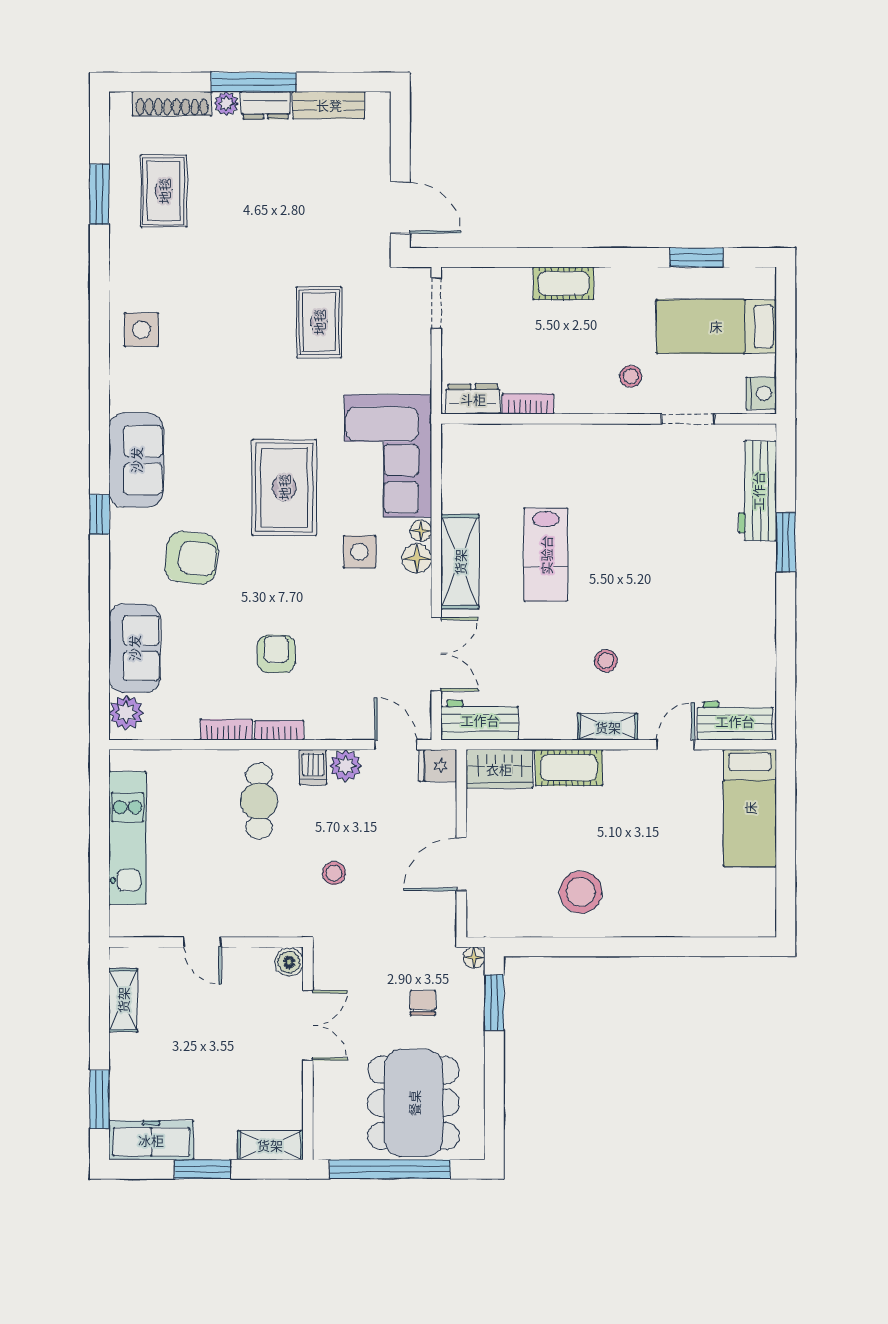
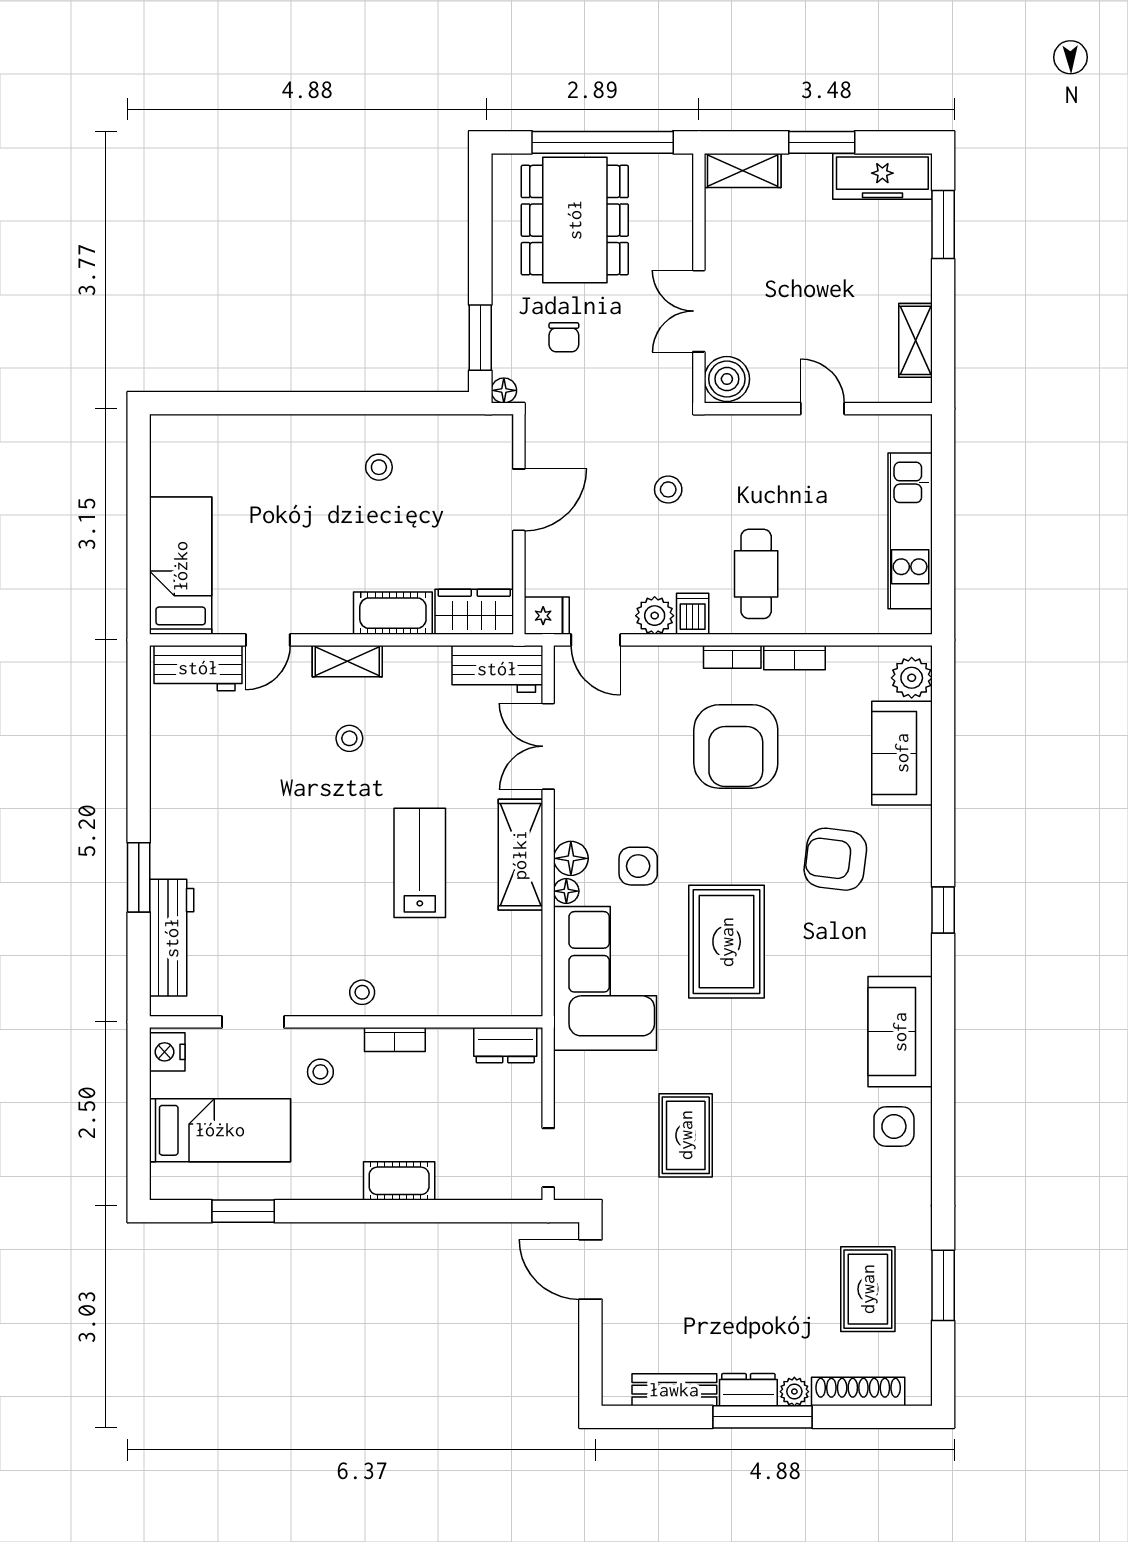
bookcase: (528, 404) -> (395, 1040), moved
stool: (595, 444) -> (362, 992), added
sofa: (136, 460) -> (900, 1032), moved
armchair: (276, 654) -> (736, 746), width x1.88, depth x1.88
stool: (581, 892) -> (379, 467), width x0.53, depth x0.53
boiler: (289, 962) -> (727, 379), width x1.36, depth x1.36

